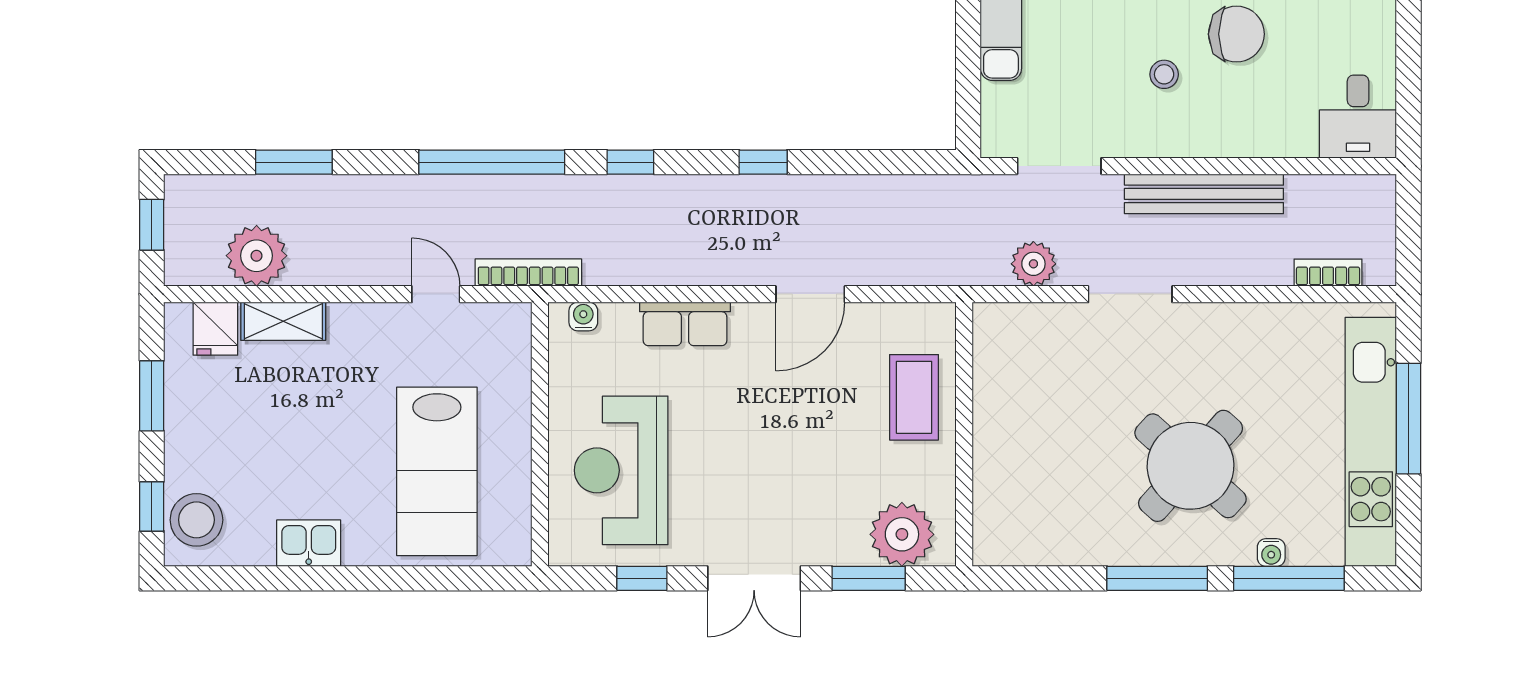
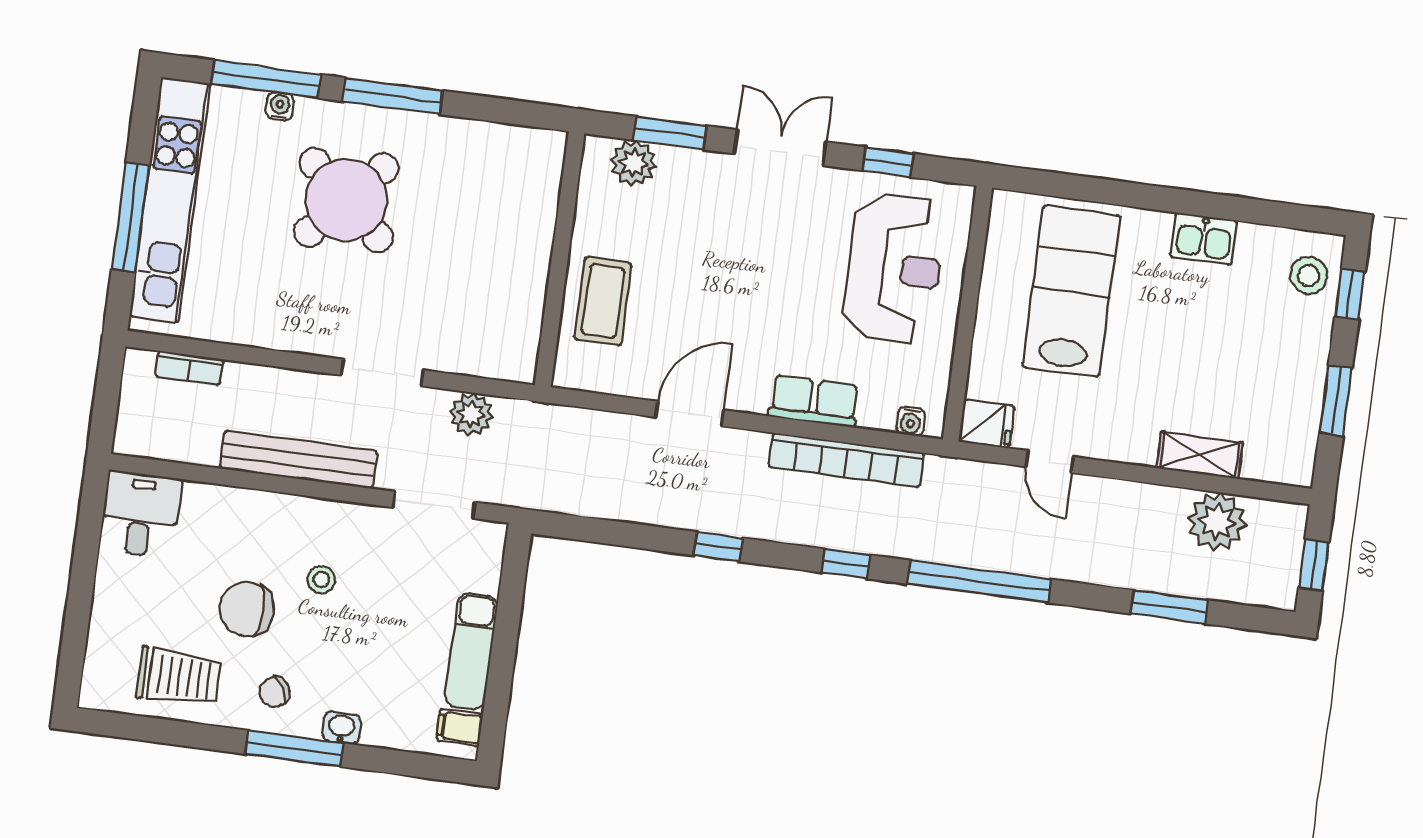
bookcase: (528, 273) -> (846, 460), moved, width x1.48, depth x1.31
fridge: (215, 329) -> (987, 424), moved, turned 90
stool: (196, 520) -> (1309, 275), width x0.73, depth x0.73
plant: (902, 534) -> (633, 163), width x0.73, depth x0.73

